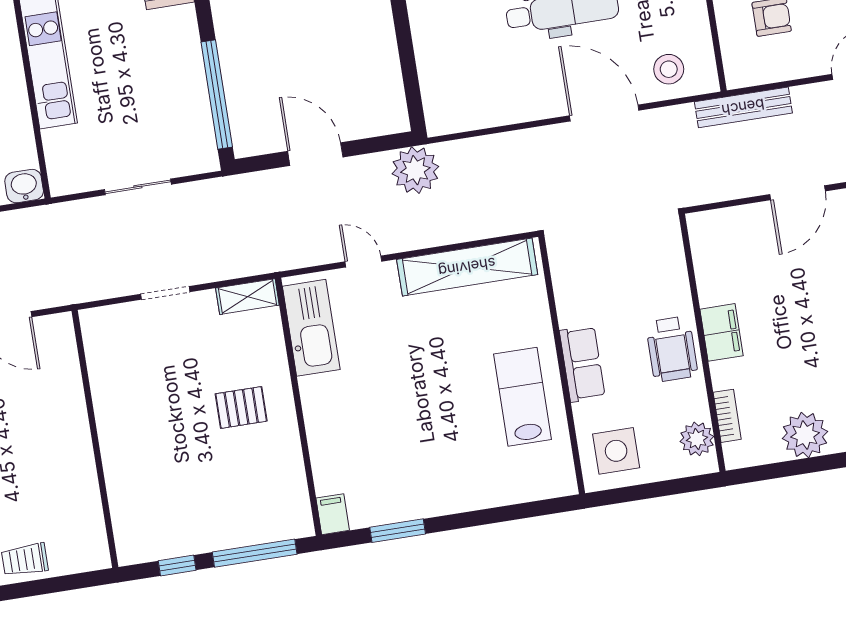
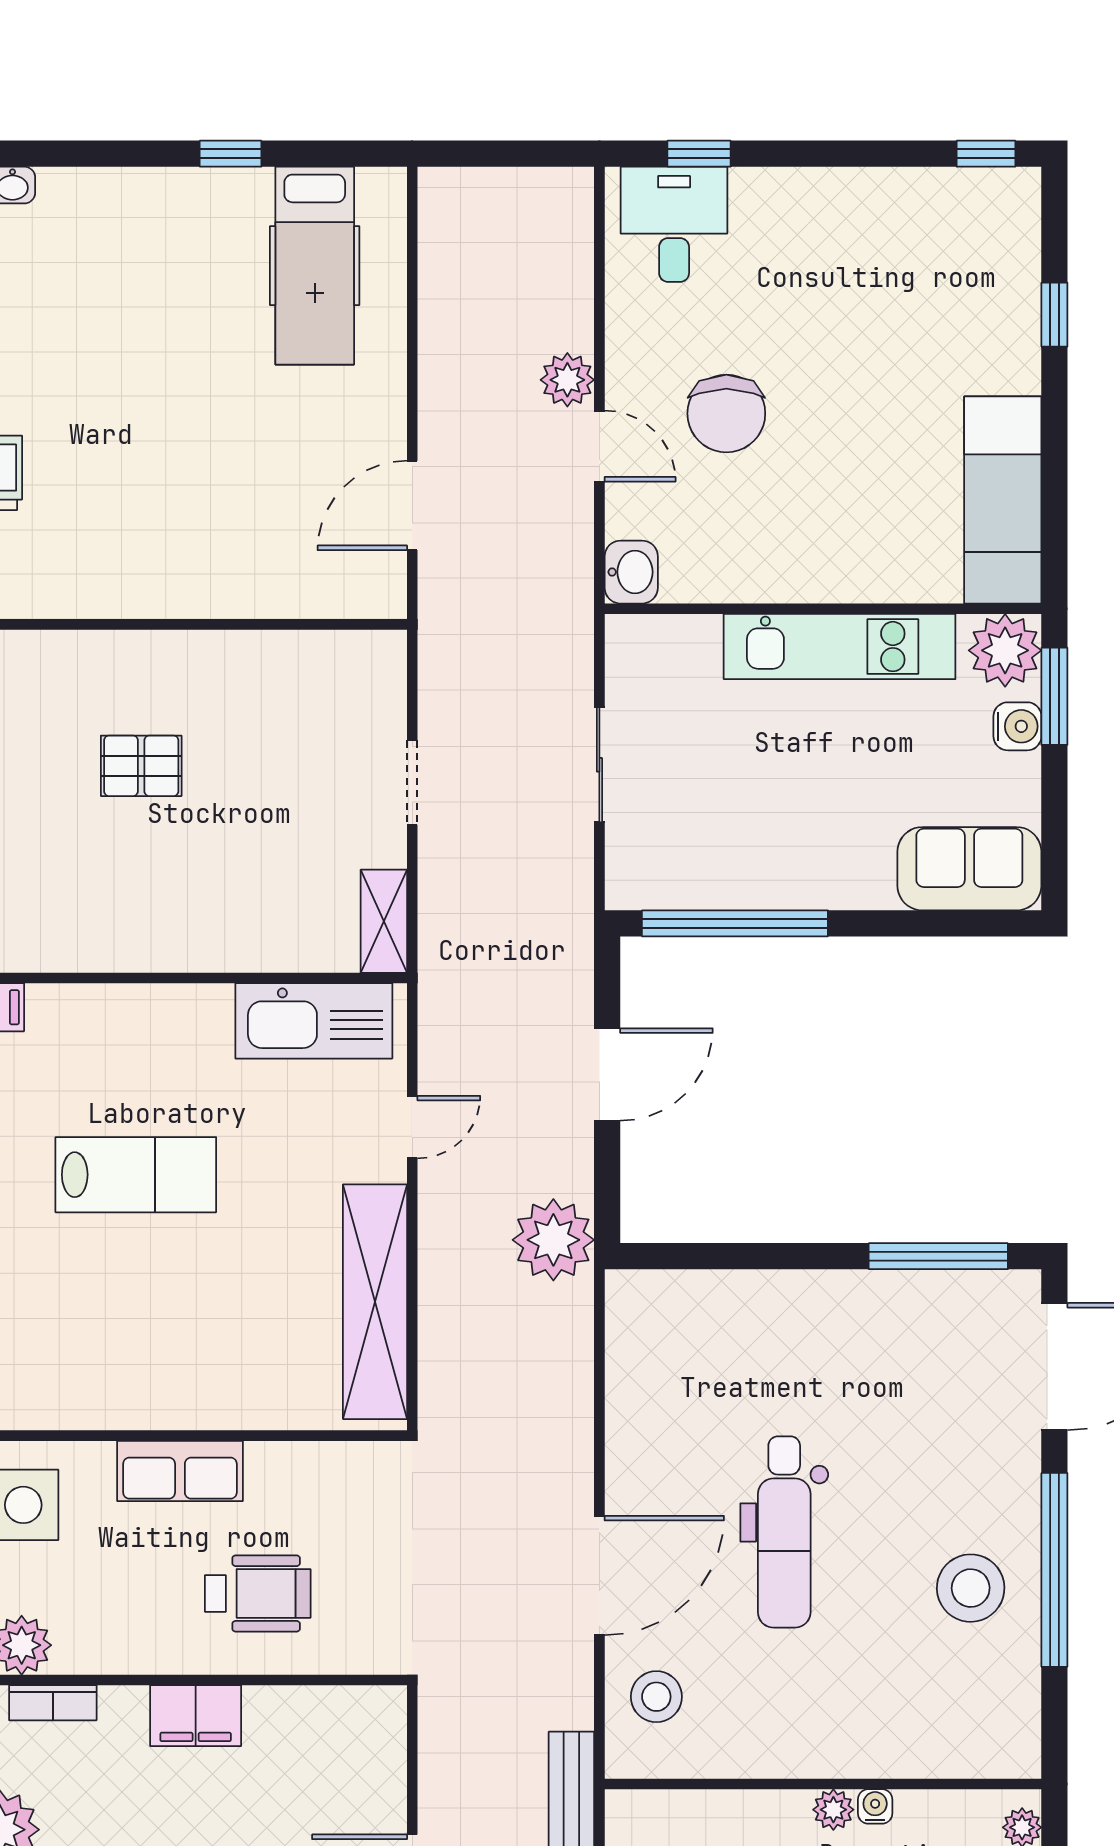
wheelchair: (672, 349) -> (258, 1593), moved, turned 180
lab bench: (523, 397) -> (136, 1175), moved
pallet: (241, 407) -> (141, 766), moved, turned 90

